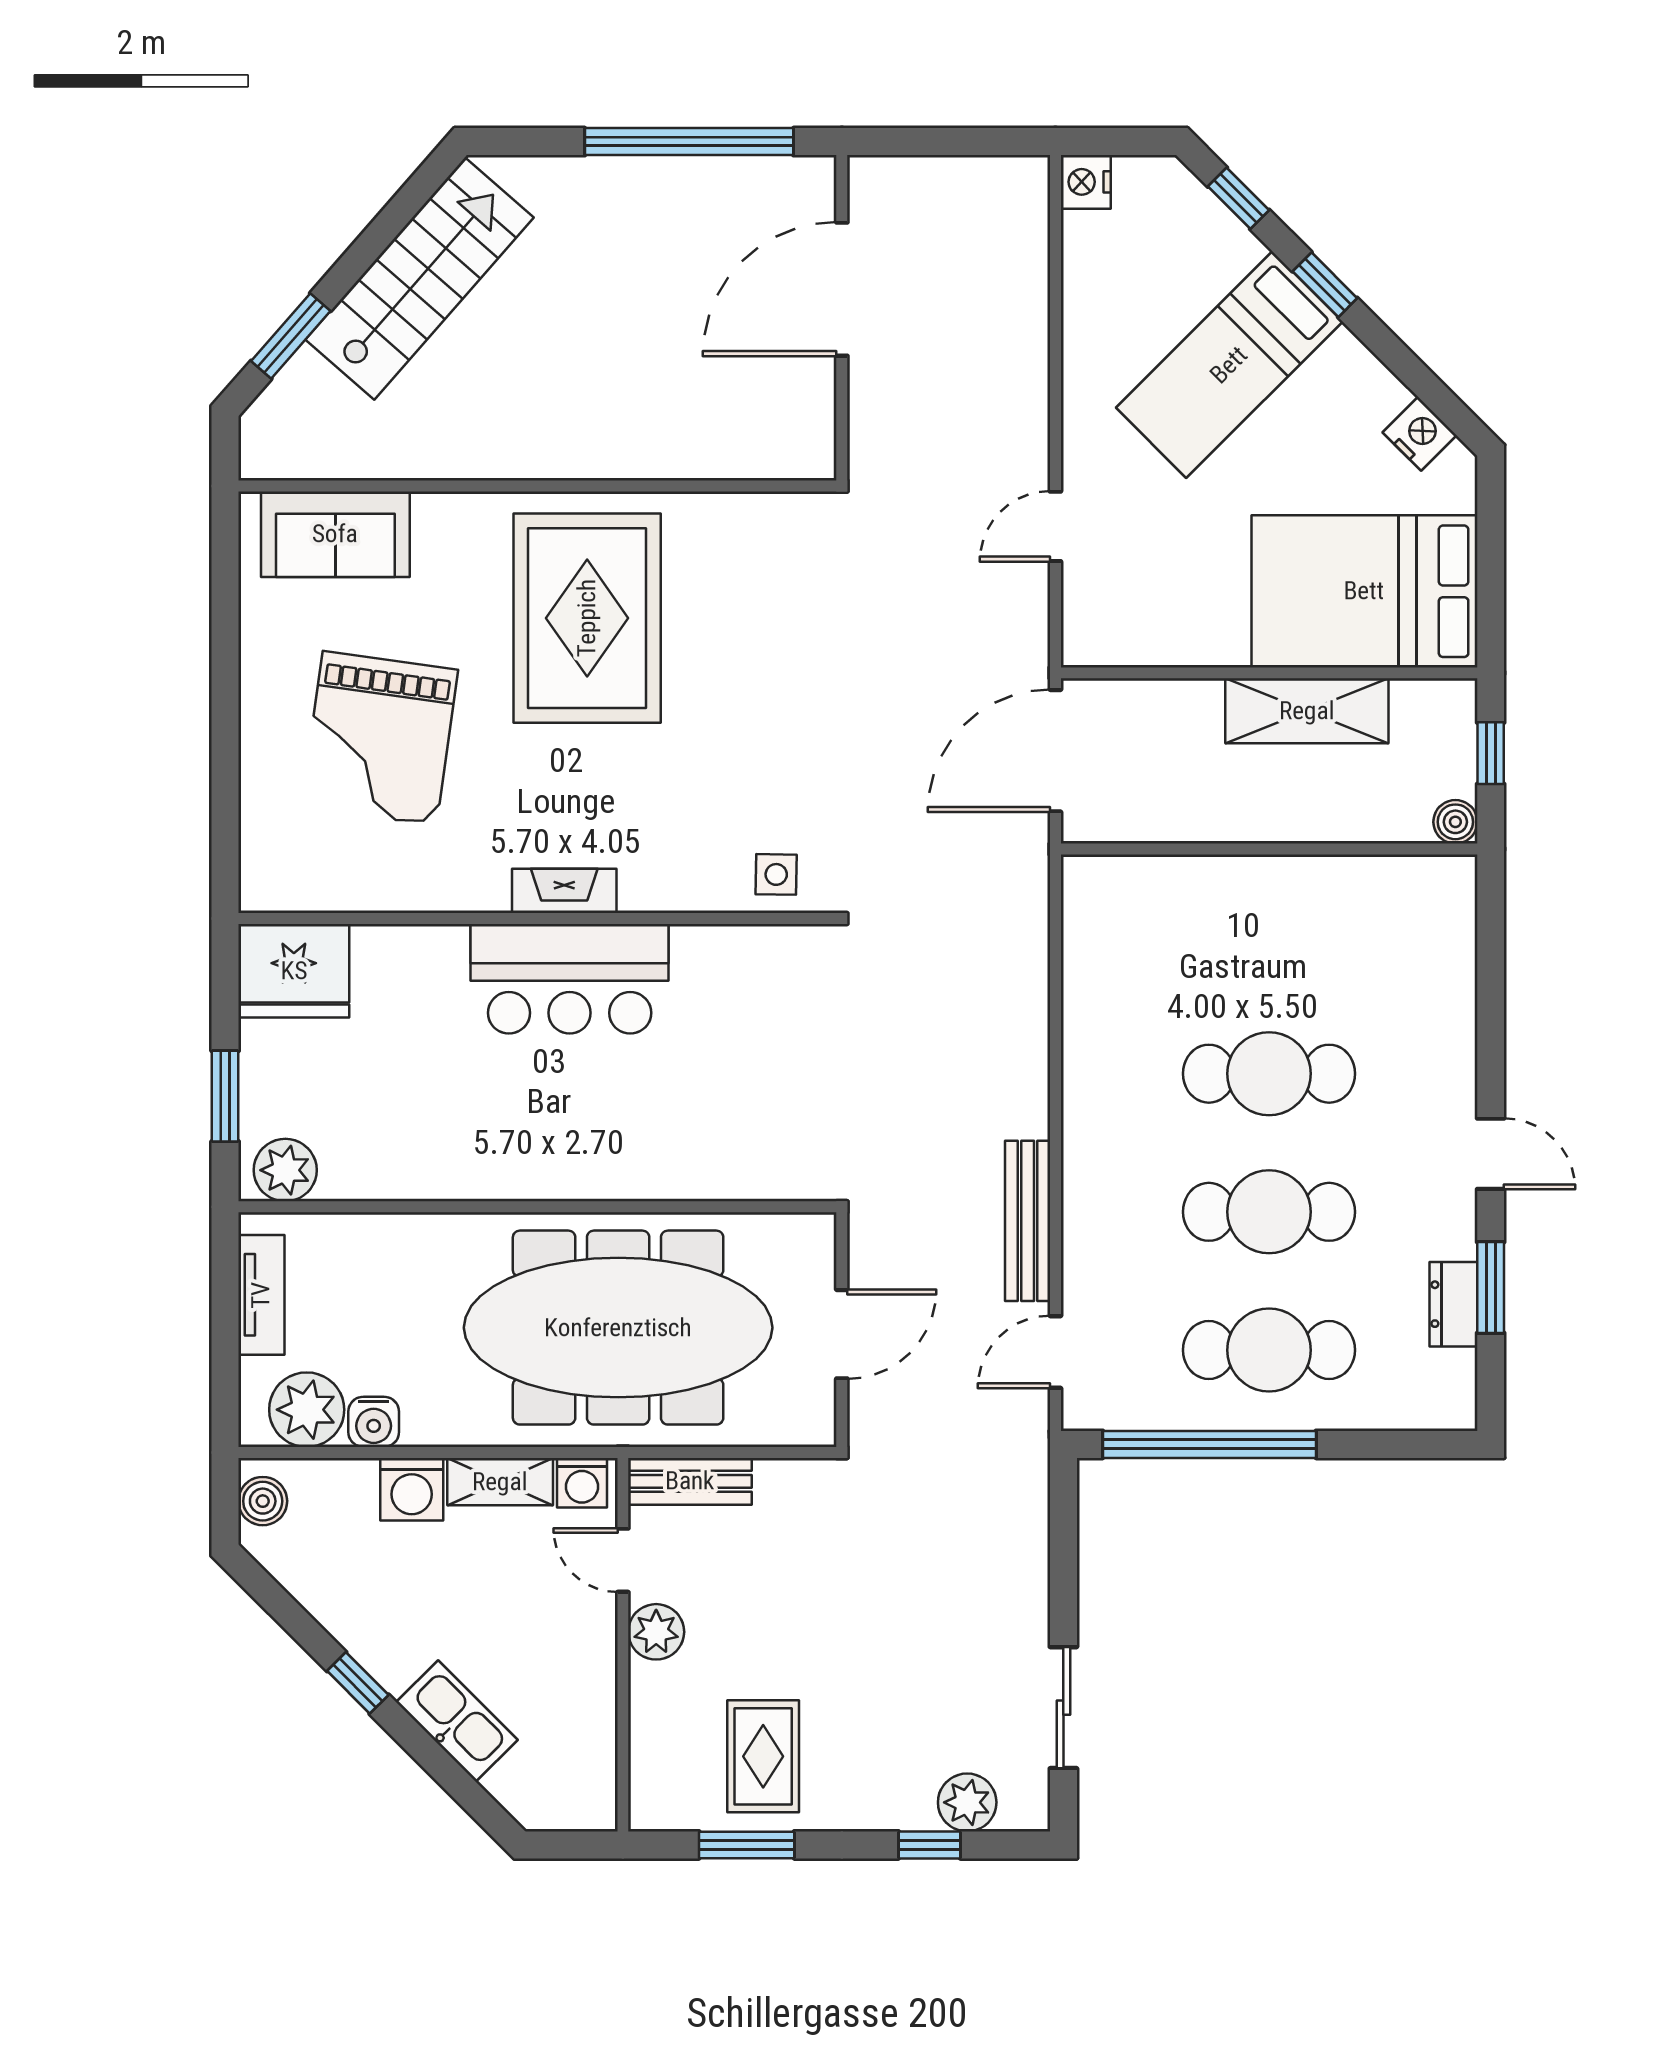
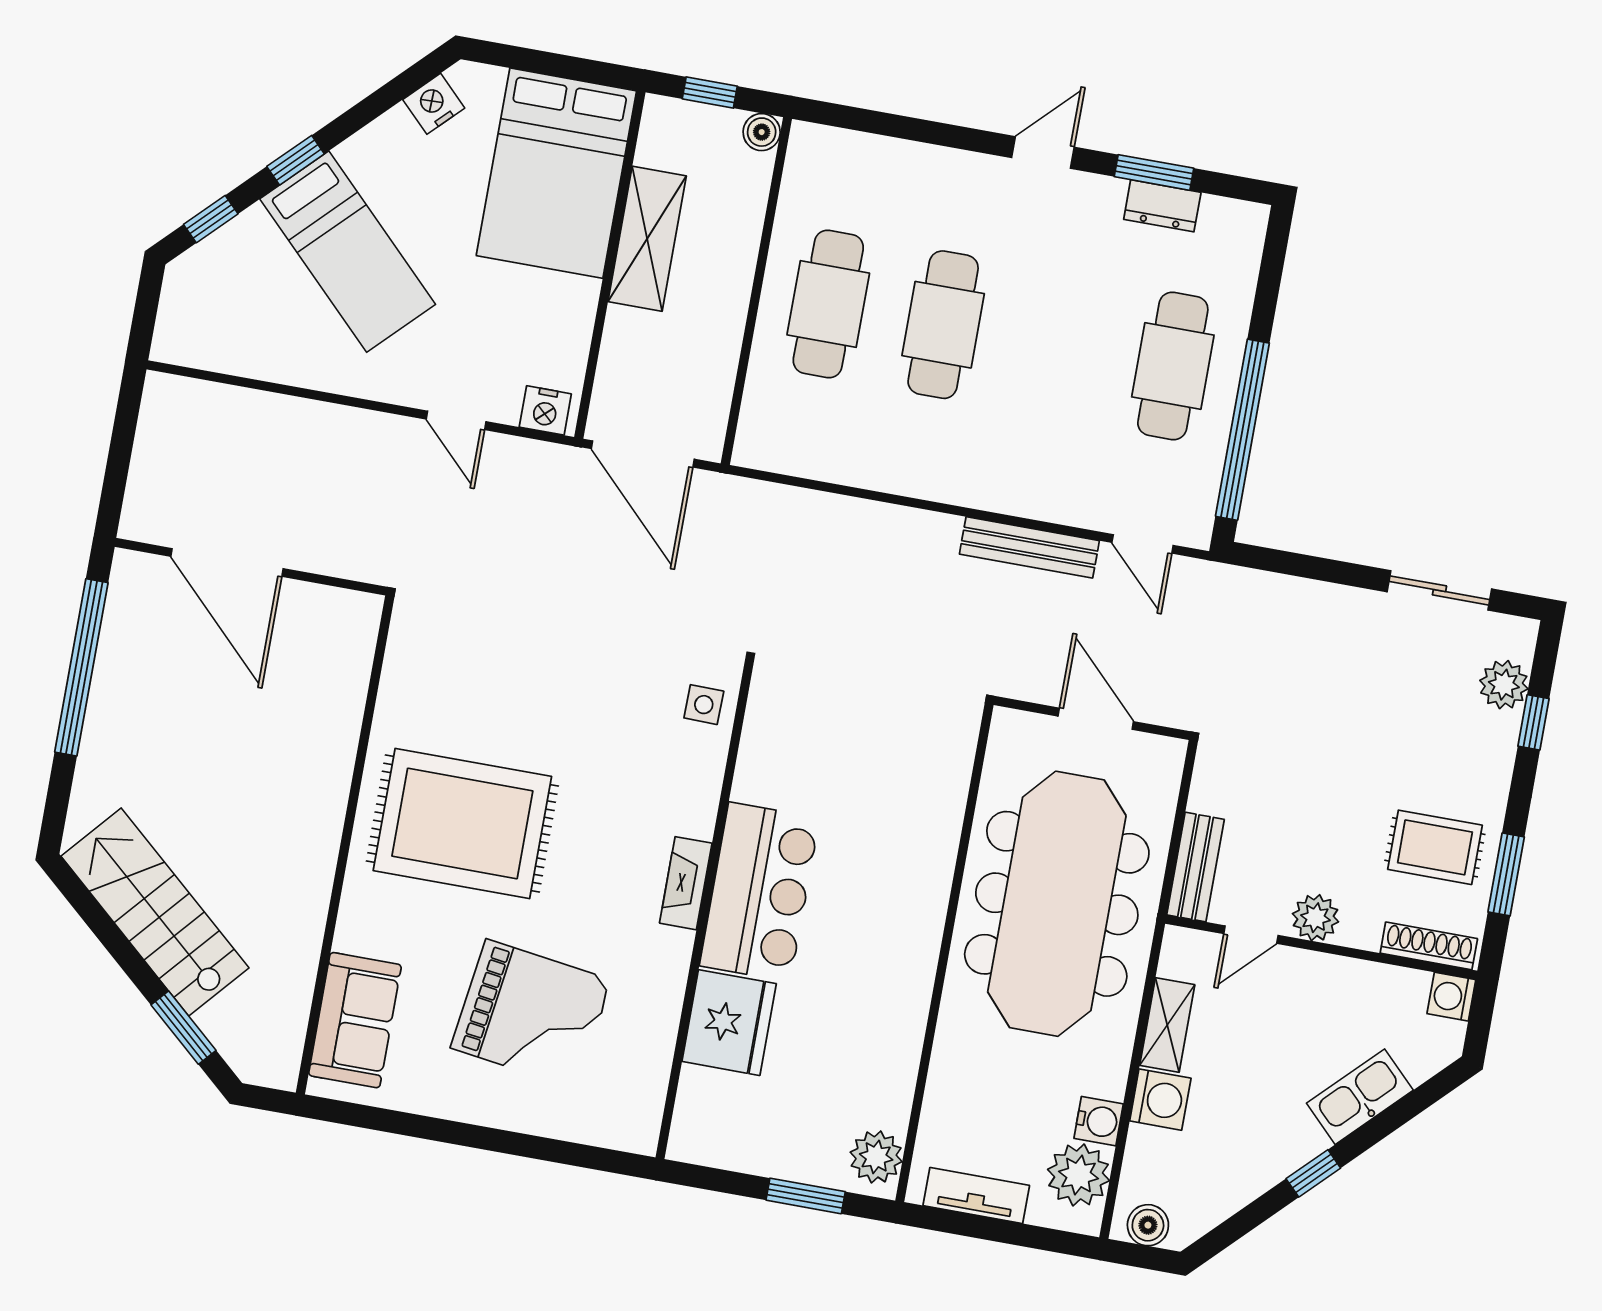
nightstand: (1086, 182) -> (545, 410), moved
fridge: (294, 971) -> (729, 1023), moved
cafe table: (1269, 1212) -> (828, 304), moved
washing machine: (582, 1483) -> (1451, 997), moved, turned 180
shoe rack: (647, 1770) -> (1429, 946), added

